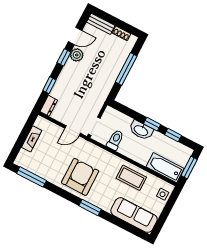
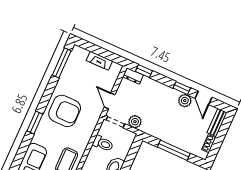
window: (49, 85) -> (144, 71), moved
plant: (95, 107) -> (135, 122), added

